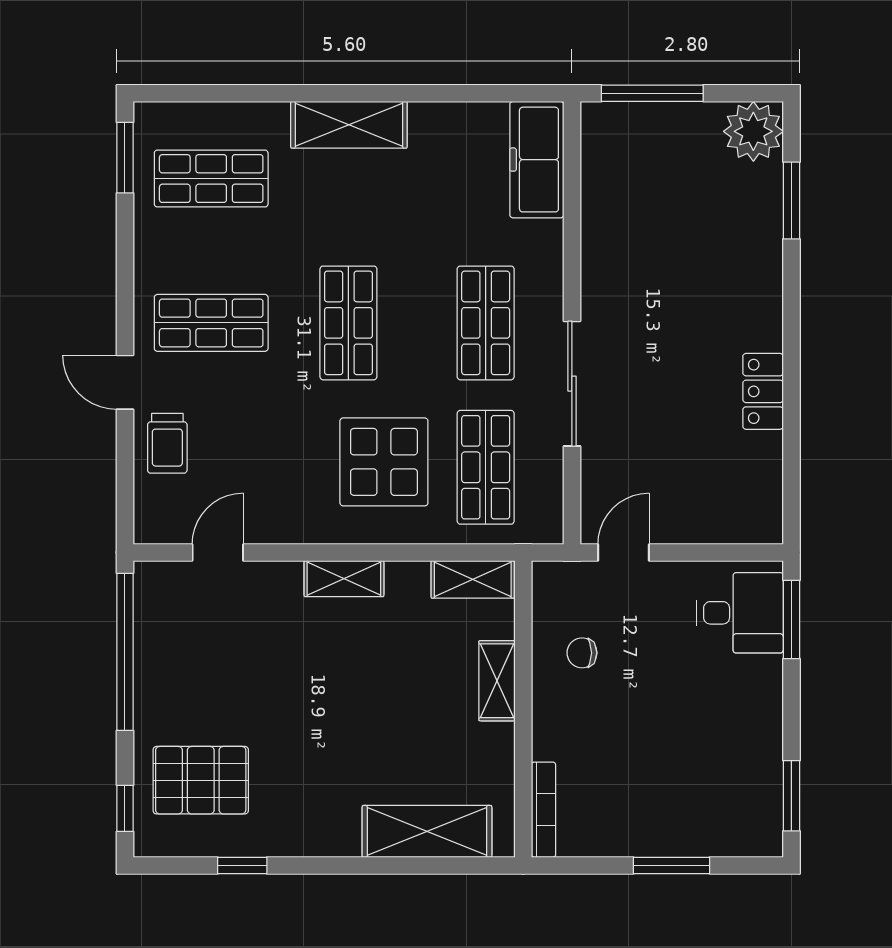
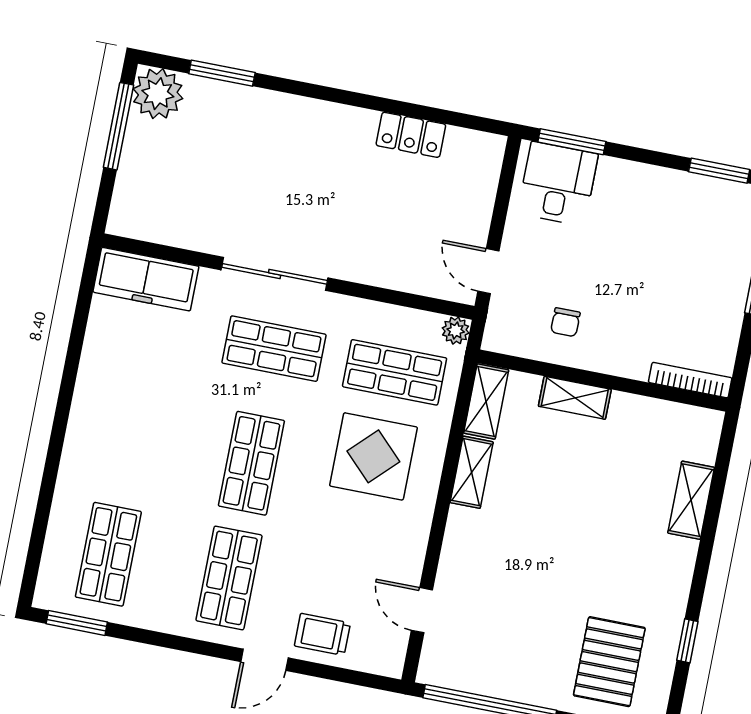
window: (652, 93) -> (118, 126), moved
shelving: (349, 125) -> (86, 430), removed
shop shelf: (348, 323) -> (251, 463), turned 90
sliding door: (572, 384) -> (275, 274), moved
locker: (763, 391) -> (411, 135), moved
trolley: (167, 443) -> (322, 634), turned 180
plant: (548, 528) -> (456, 331), added
shelving: (344, 579) -> (472, 472), moved
shelving: (427, 831) -> (691, 500), width x0.67, depth x0.75

